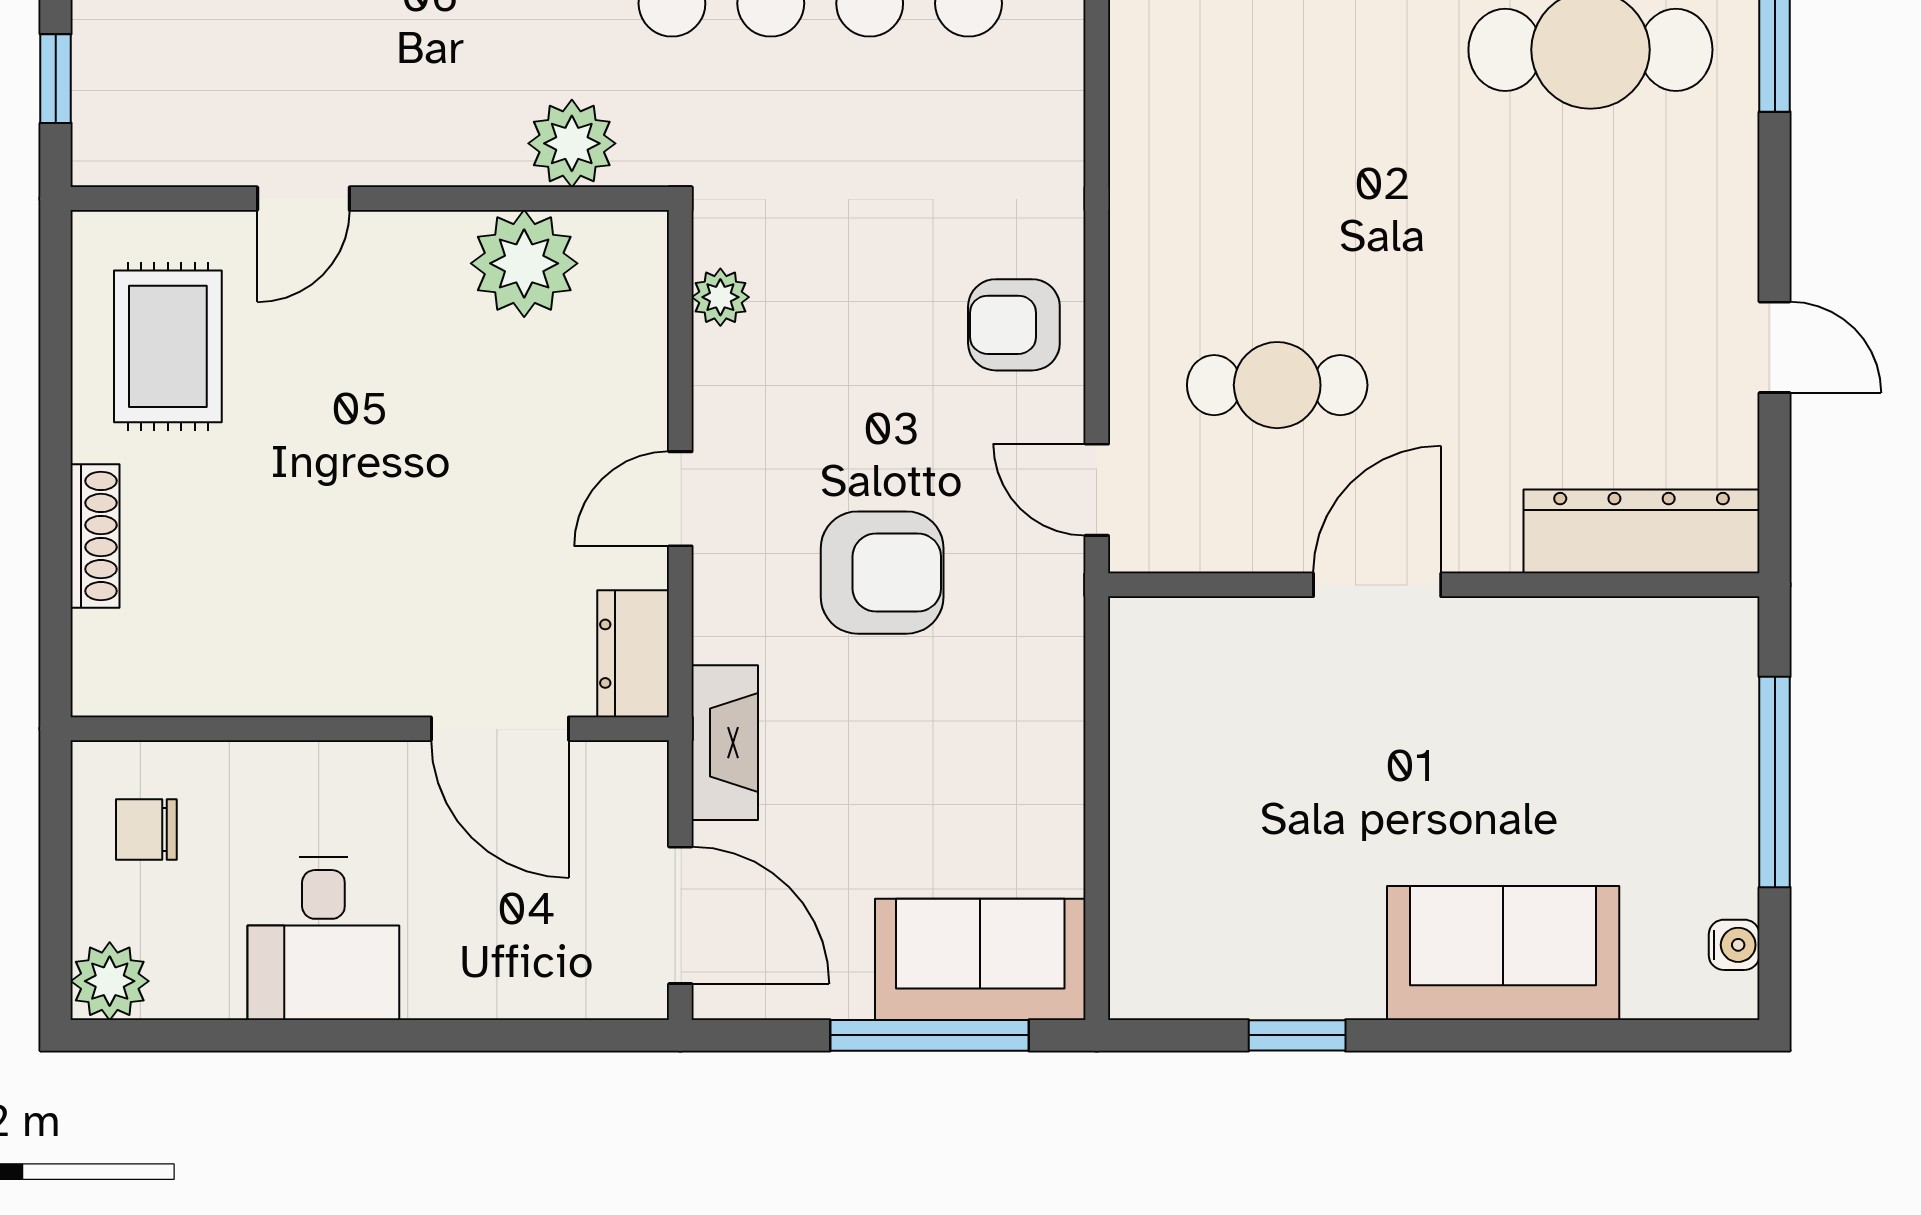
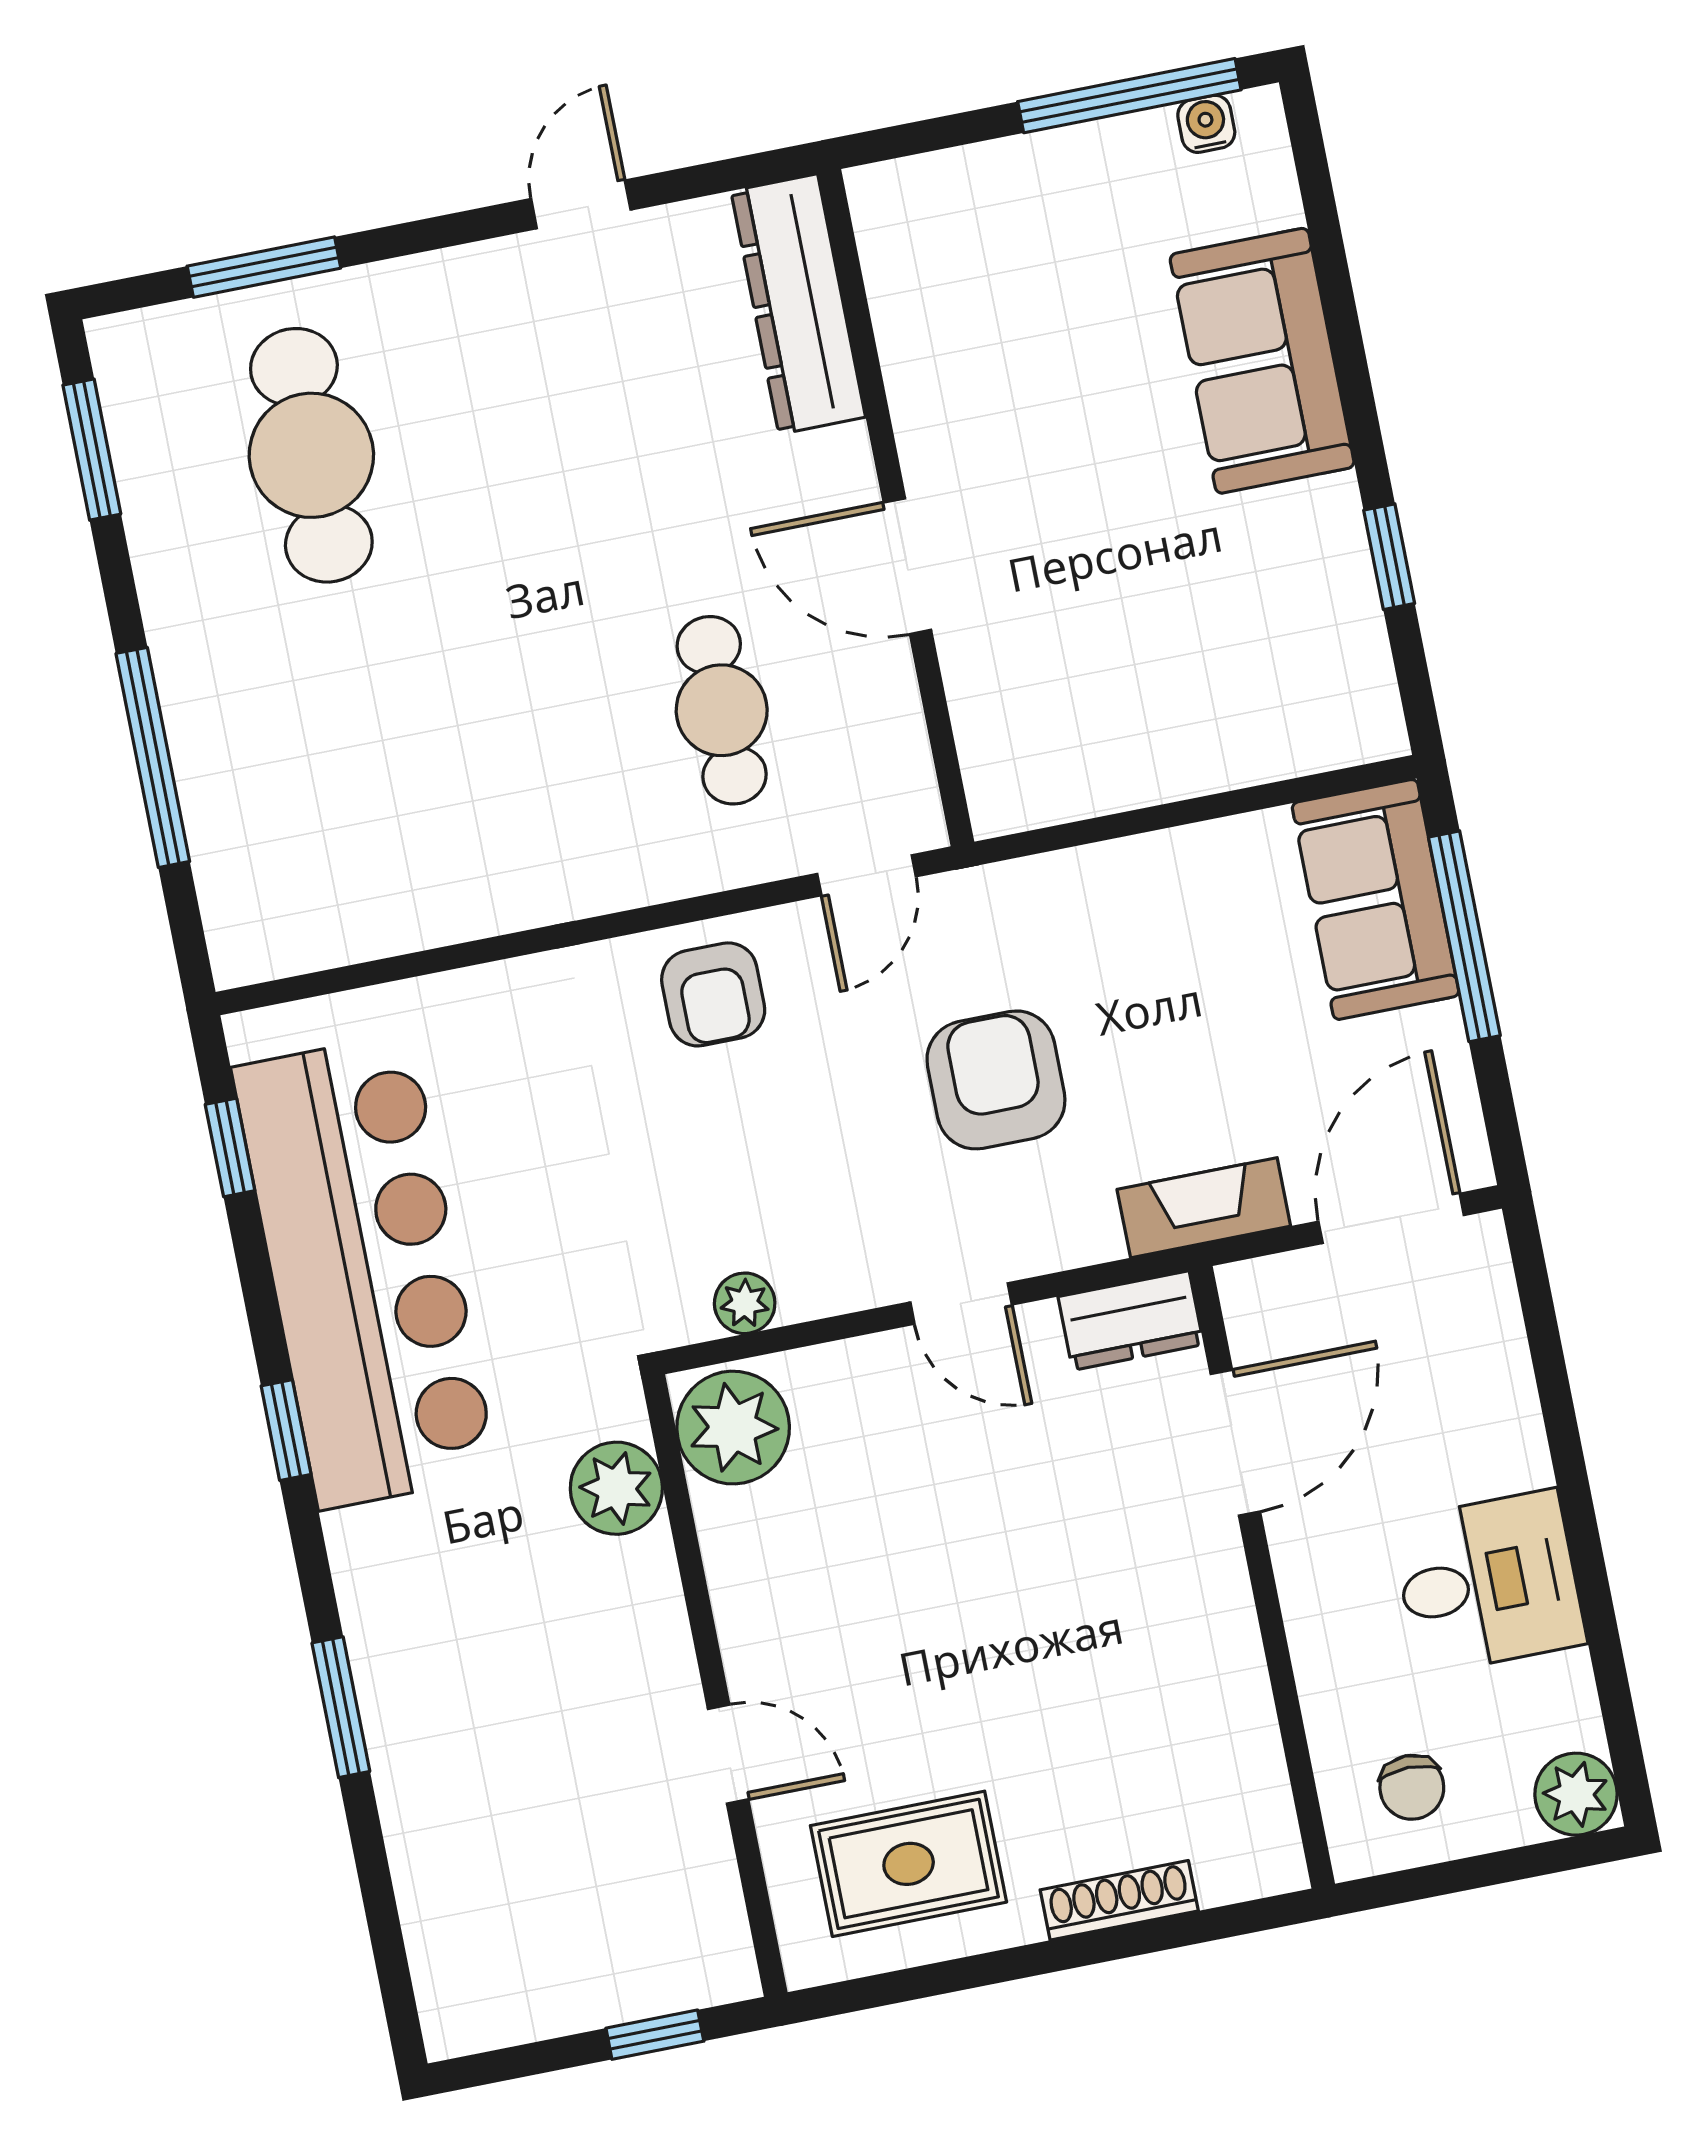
plant: (524, 263) -> (733, 1428), moved
window: (1775, 782) -> (1129, 96), moved

